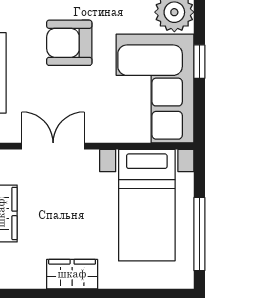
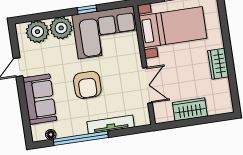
double door: (53, 146) -> (147, 85), swing flipped

